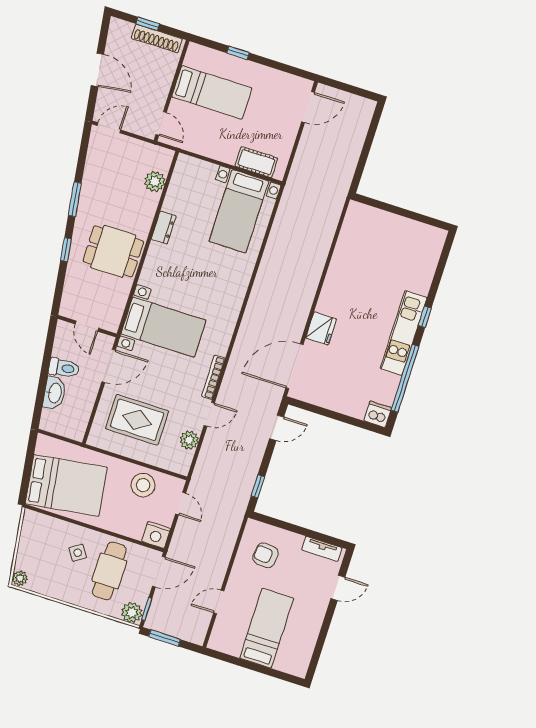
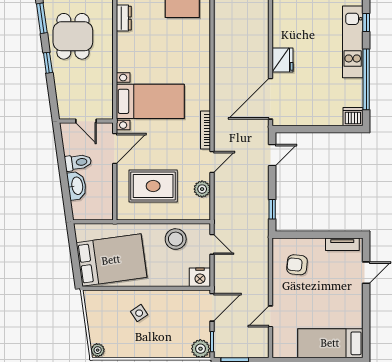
dining table: (113, 251) -> (73, 36), moved, turned 90
cafe table: (109, 571) -> (170, 320), removed
bed: (267, 628) -> (330, 343), moved, turned -90

